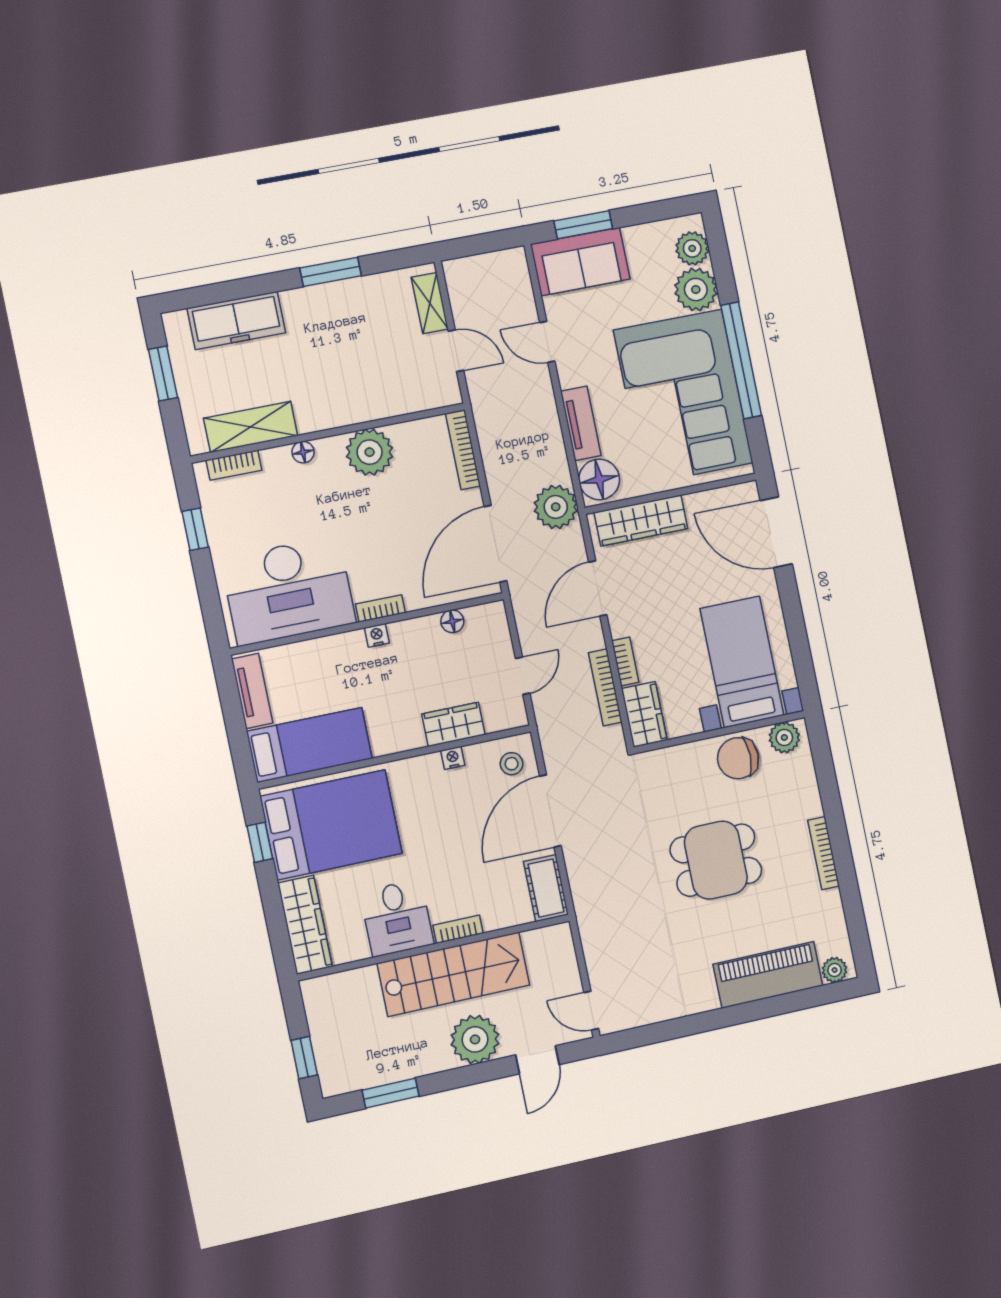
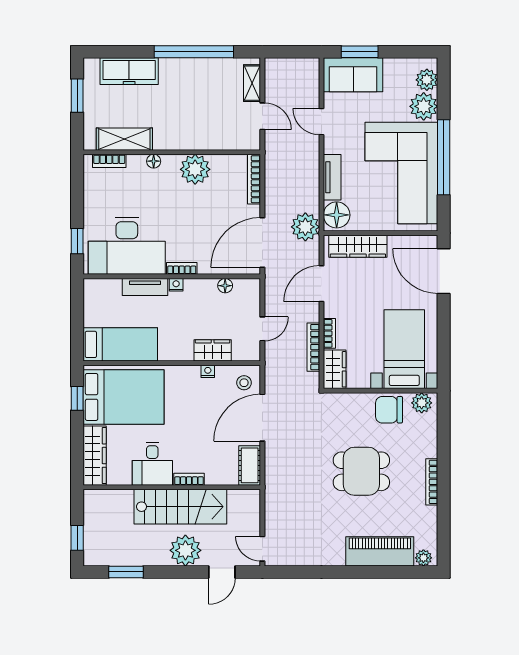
window: (331, 272) -> (194, 52), width x2.11
window: (195, 529) -> (77, 241), moved
tv unit: (252, 691) -> (145, 287), moved, turned 90

